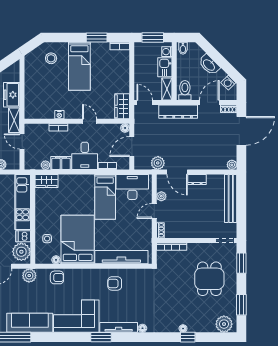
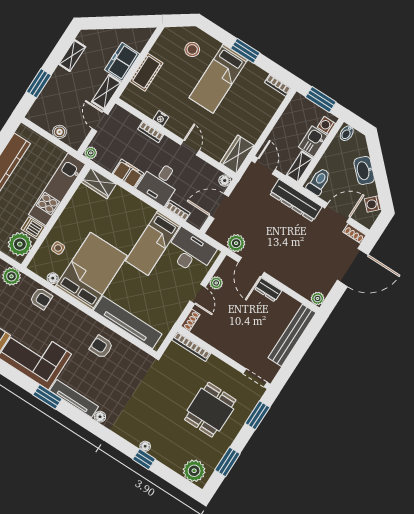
window: (97, 38) -> (245, 51), moved
cot: (31, 91) -> (146, 72), added
plant: (45, 165) -> (91, 153), moved
door: (154, 211) -> (198, 294), swing flipped

